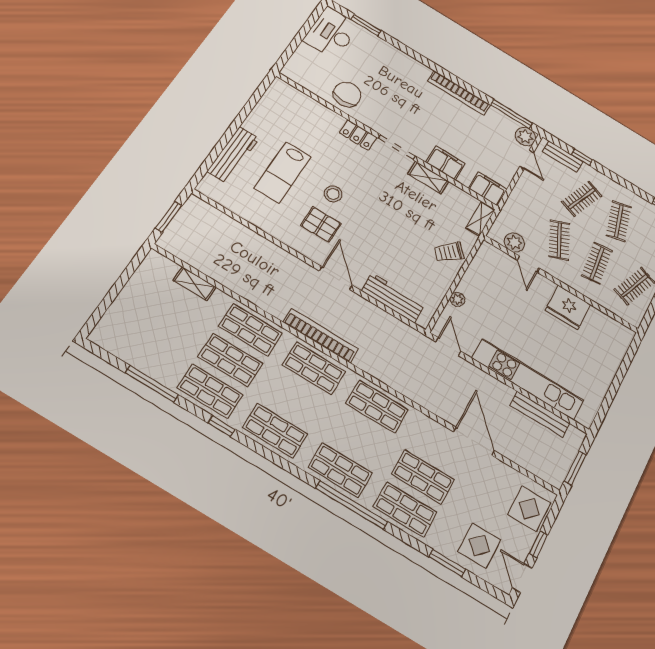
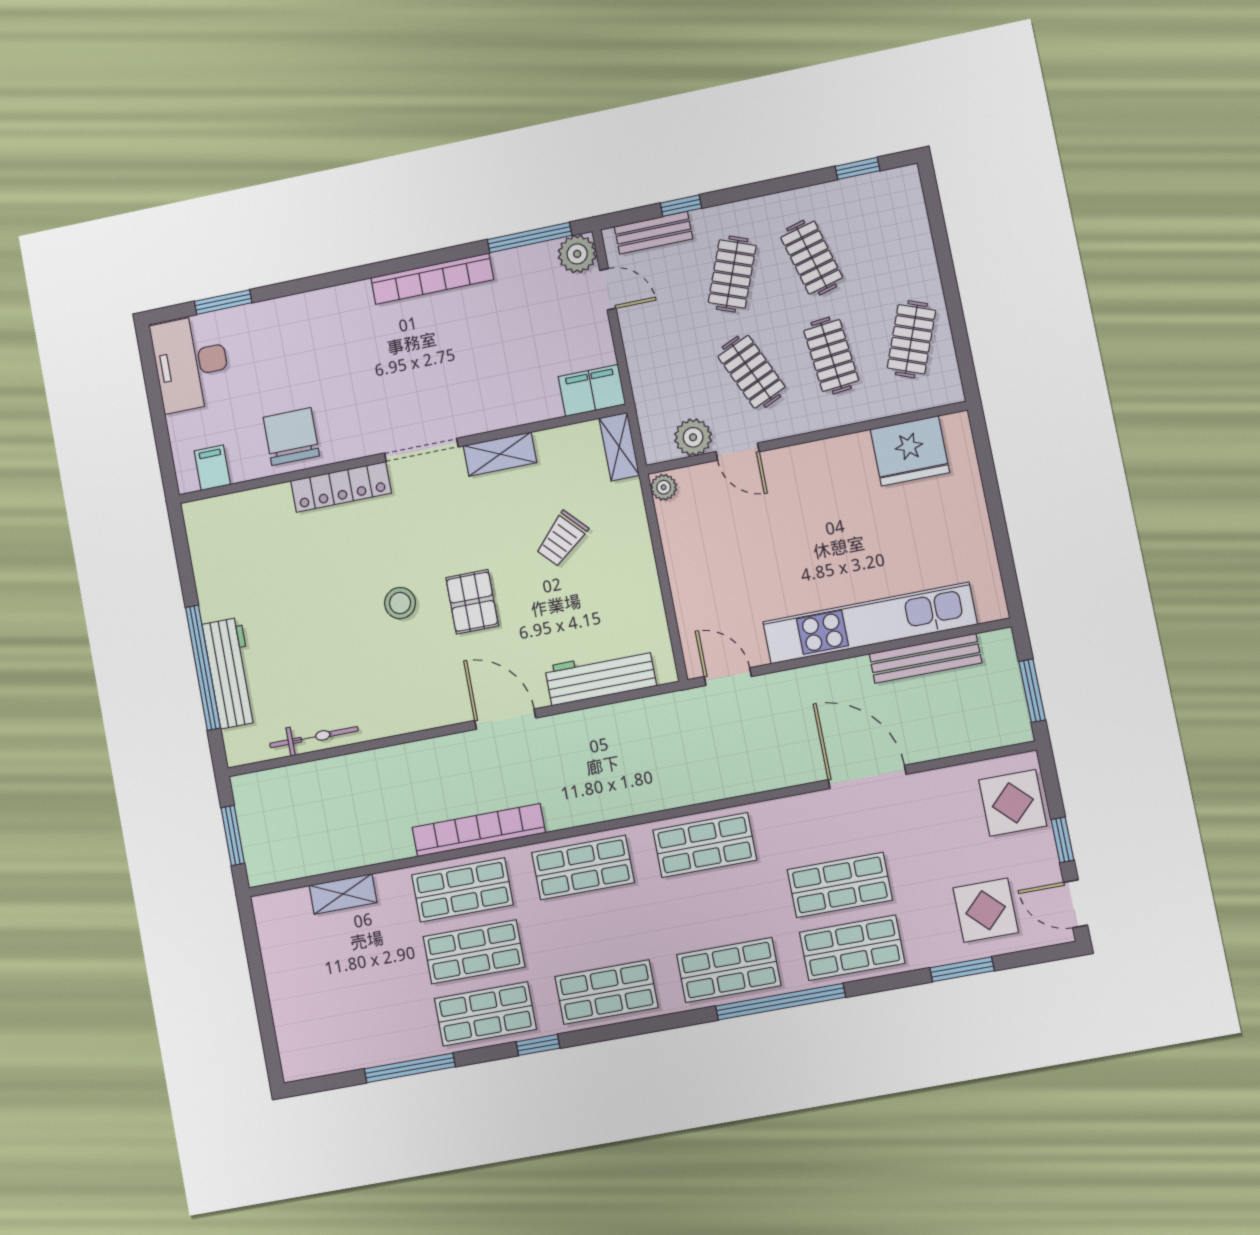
locker: (358, 135) -> (341, 487), width x1.53
window: (223, 142) -> (203, 668), added
filing cabinet: (446, 163) -> (212, 468), moved, width x0.50
lab bench: (283, 172) -> (312, 636), removed
bicycle: (245, 211) -> (314, 737), added
pallet: (321, 225) -> (472, 602), moved, turned 90
trolley: (449, 252) -> (562, 539), moved
plant: (457, 299) -> (664, 487), moved
fridge: (568, 307) -> (910, 451), moved
bookcase: (321, 335) -> (479, 830), moved

